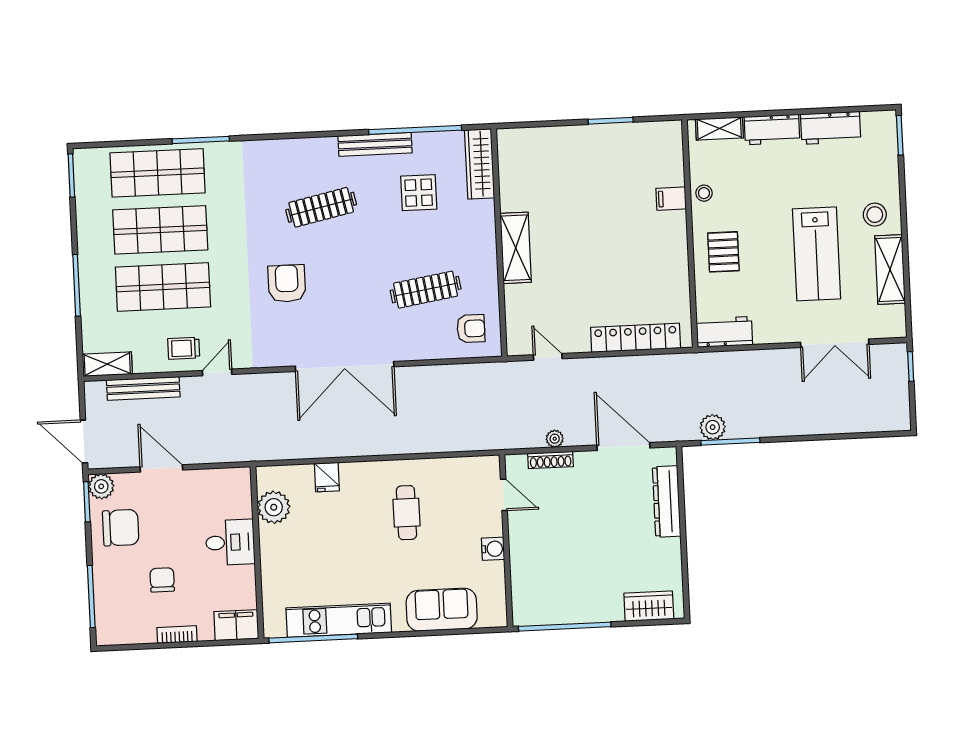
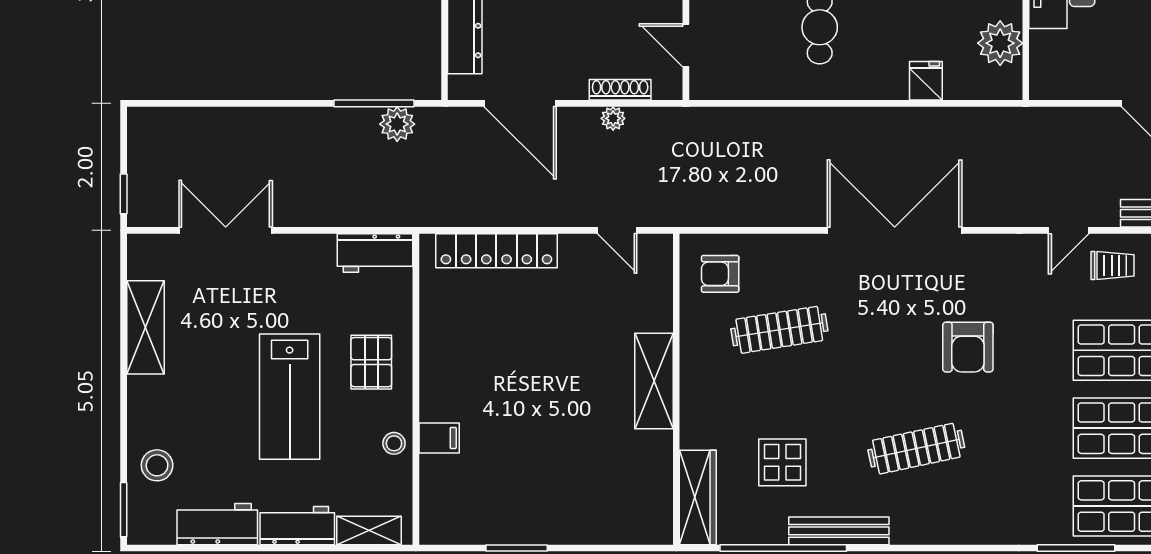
stool: (875, 215) -> (157, 465), moved
lab bench: (817, 254) -> (290, 397), moved, turned 180

